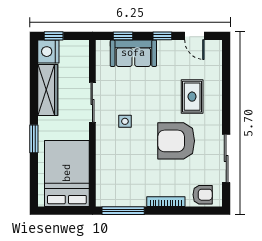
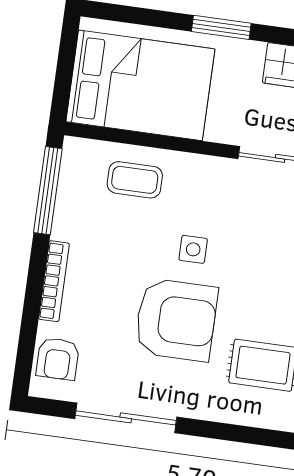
side table: (125, 121) -> (193, 249), moved
armchair: (176, 141) -> (176, 320), turned 90
coffee table: (112, 170) -> (135, 180), added

